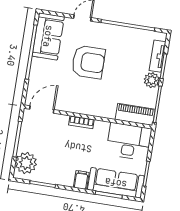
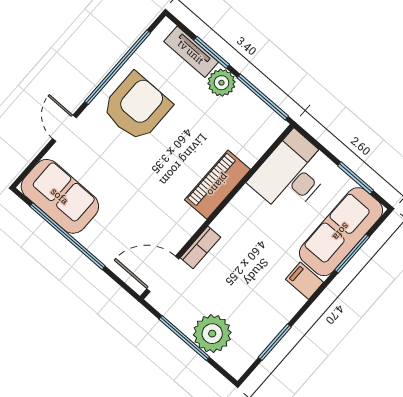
armchair: (88, 62) -> (137, 107), moved
door: (42, 109) -> (163, 274), hinge flipped
piano: (135, 114) -> (218, 185), moved
bookcase: (81, 122) -> (200, 247), moved
plant: (26, 163) -> (212, 334), moved

